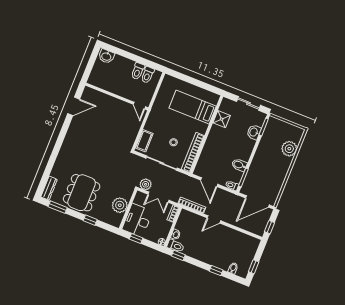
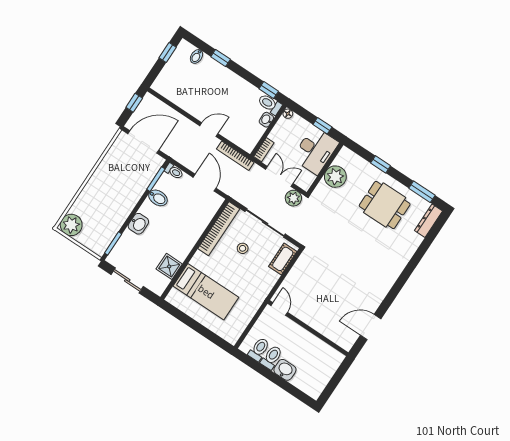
washbasin: (106, 56) -> (285, 370), moved
washbasin: (254, 132) -> (138, 224), moved
plant: (289, 149) -> (71, 225), moved
dining table: (82, 193) -> (385, 205), width x0.73

